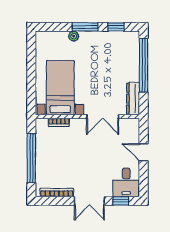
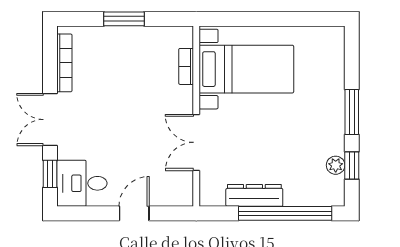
plant: (74, 36) -> (336, 165), moved
dresser: (133, 99) -> (254, 195), moved
window: (31, 158) -> (124, 19), width x0.47

